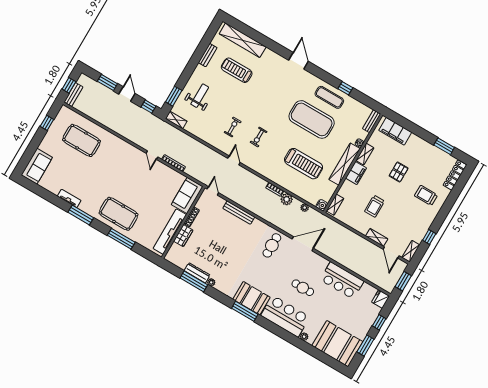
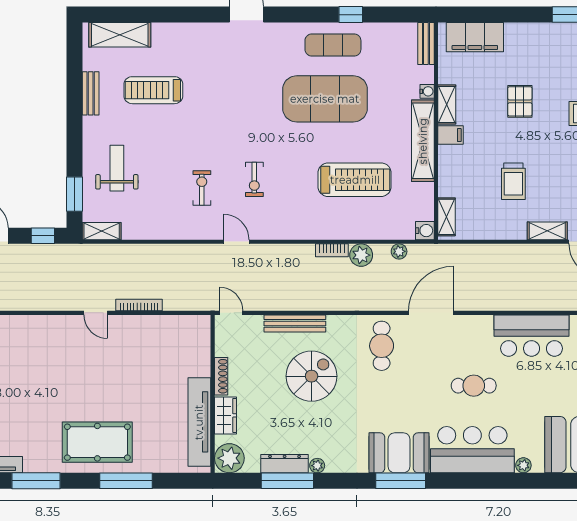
shelving: (243, 40) -> (120, 35), width x0.68
filing cabinet: (356, 173) -> (451, 135), width x0.50
sofa: (187, 196) -> (193, 345), removed
spiral stairs: (232, 241) -> (312, 376), added
plant: (174, 256) -> (229, 458), added

